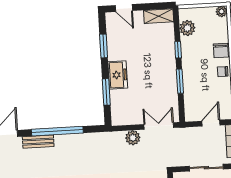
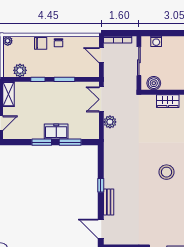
window: (104, 46) -> (42, 142), moved
window: (57, 131) -> (101, 185), width x0.32

